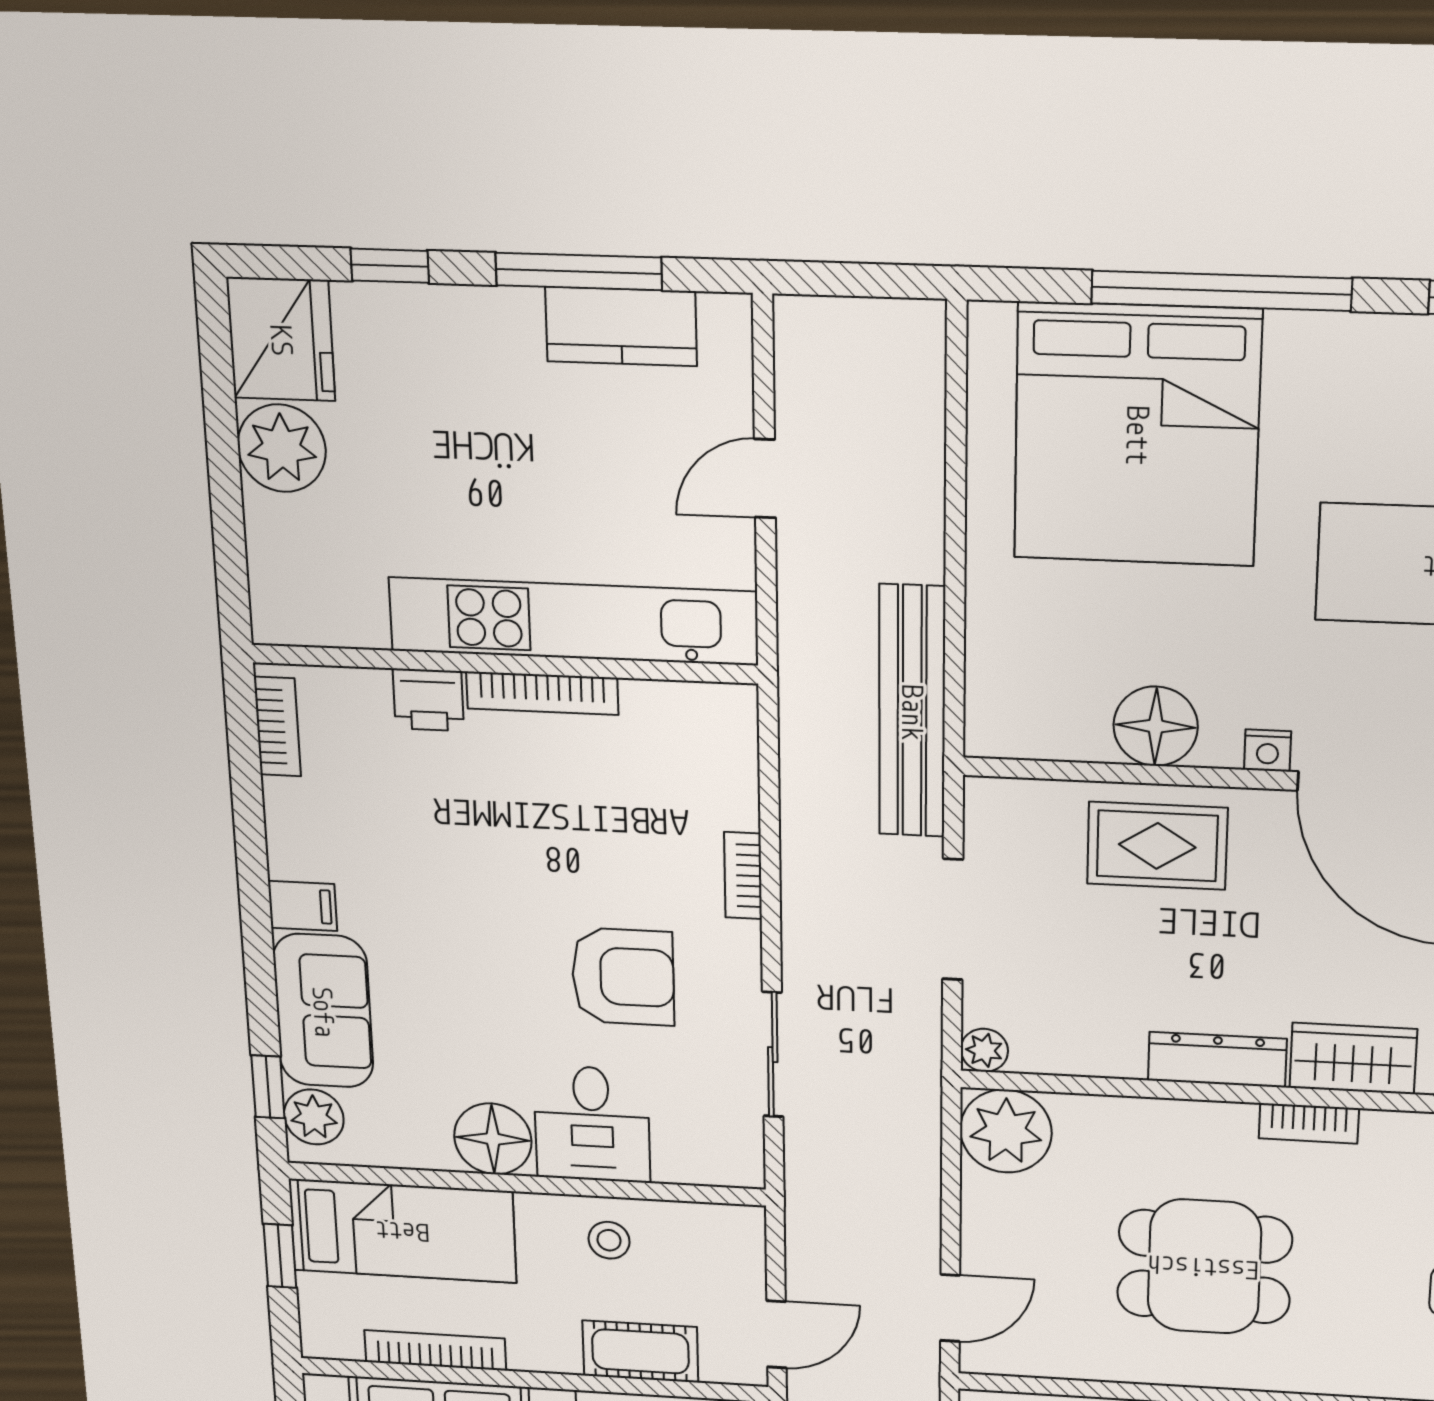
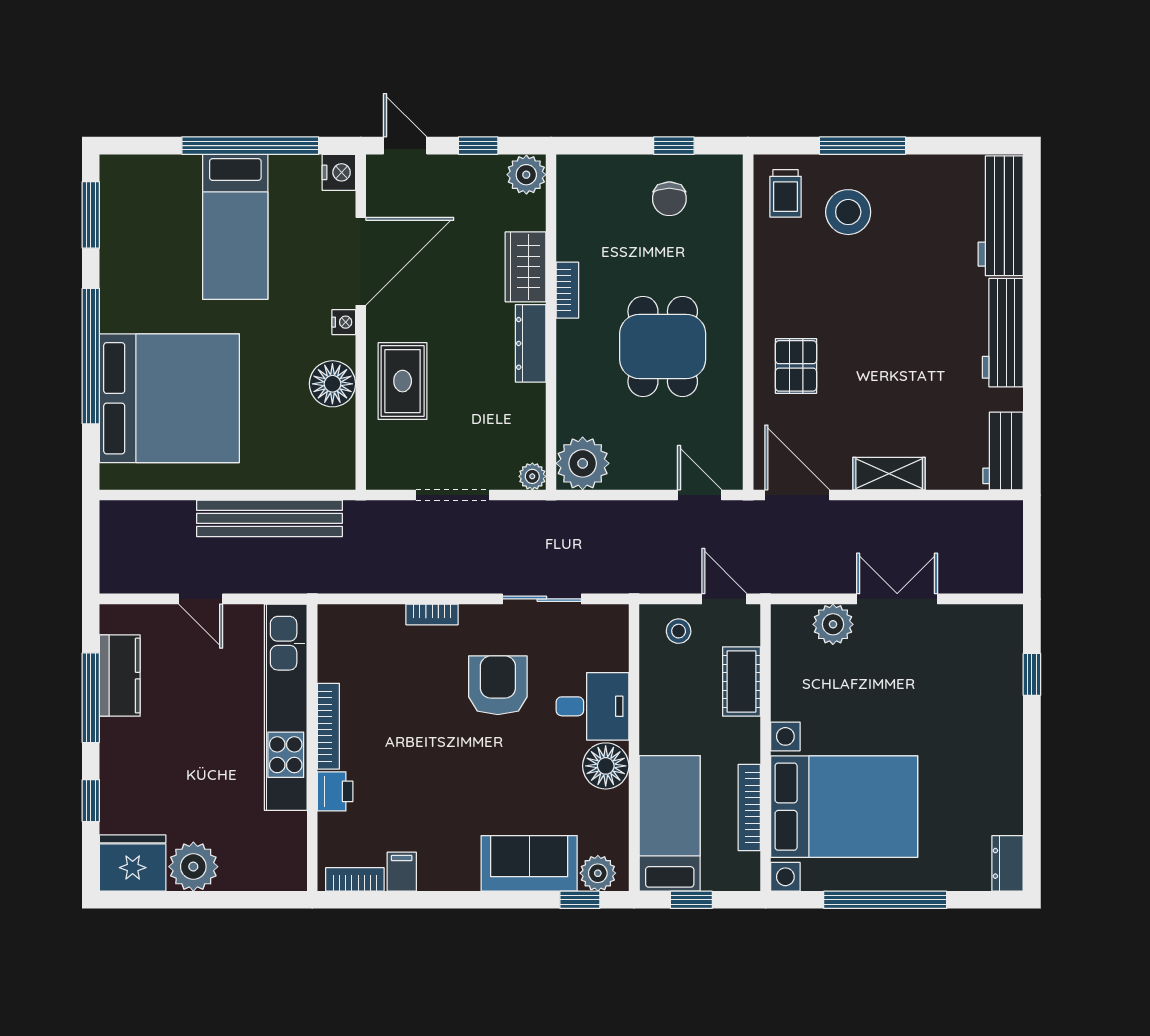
bench: (912, 712) -> (269, 518), moved
filing cabinet: (303, 906) -> (402, 872), moved
stool: (609, 1240) -> (679, 631), moved

